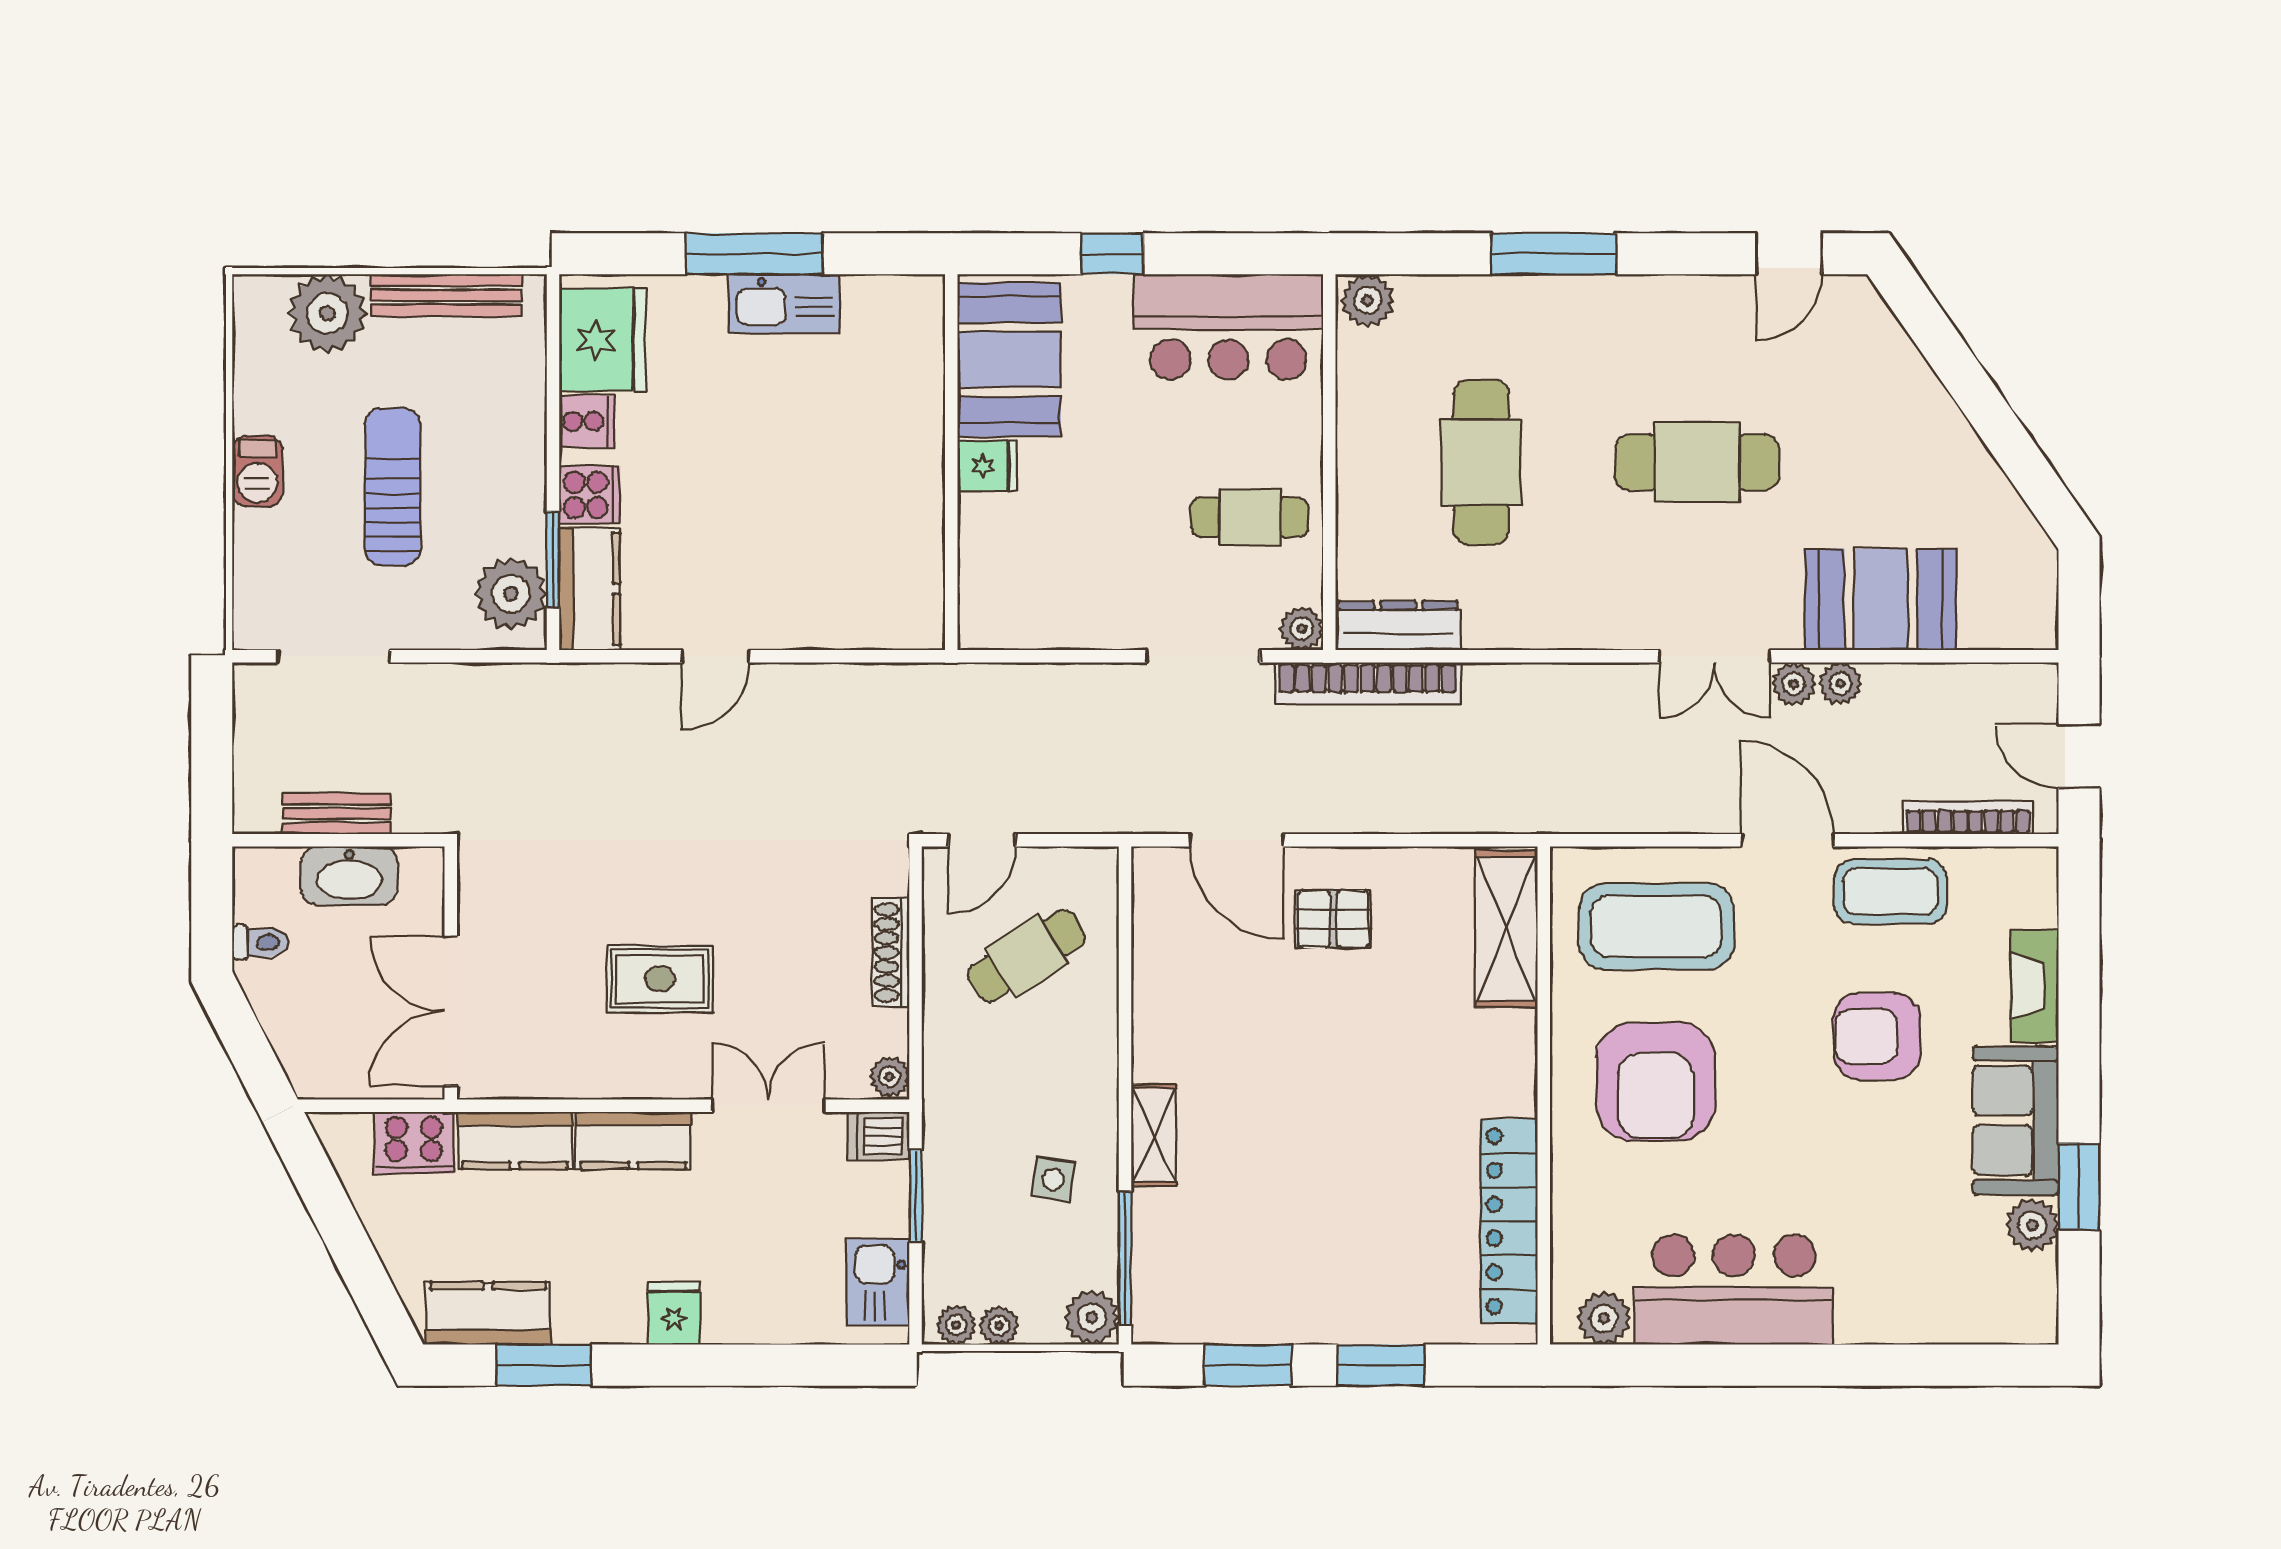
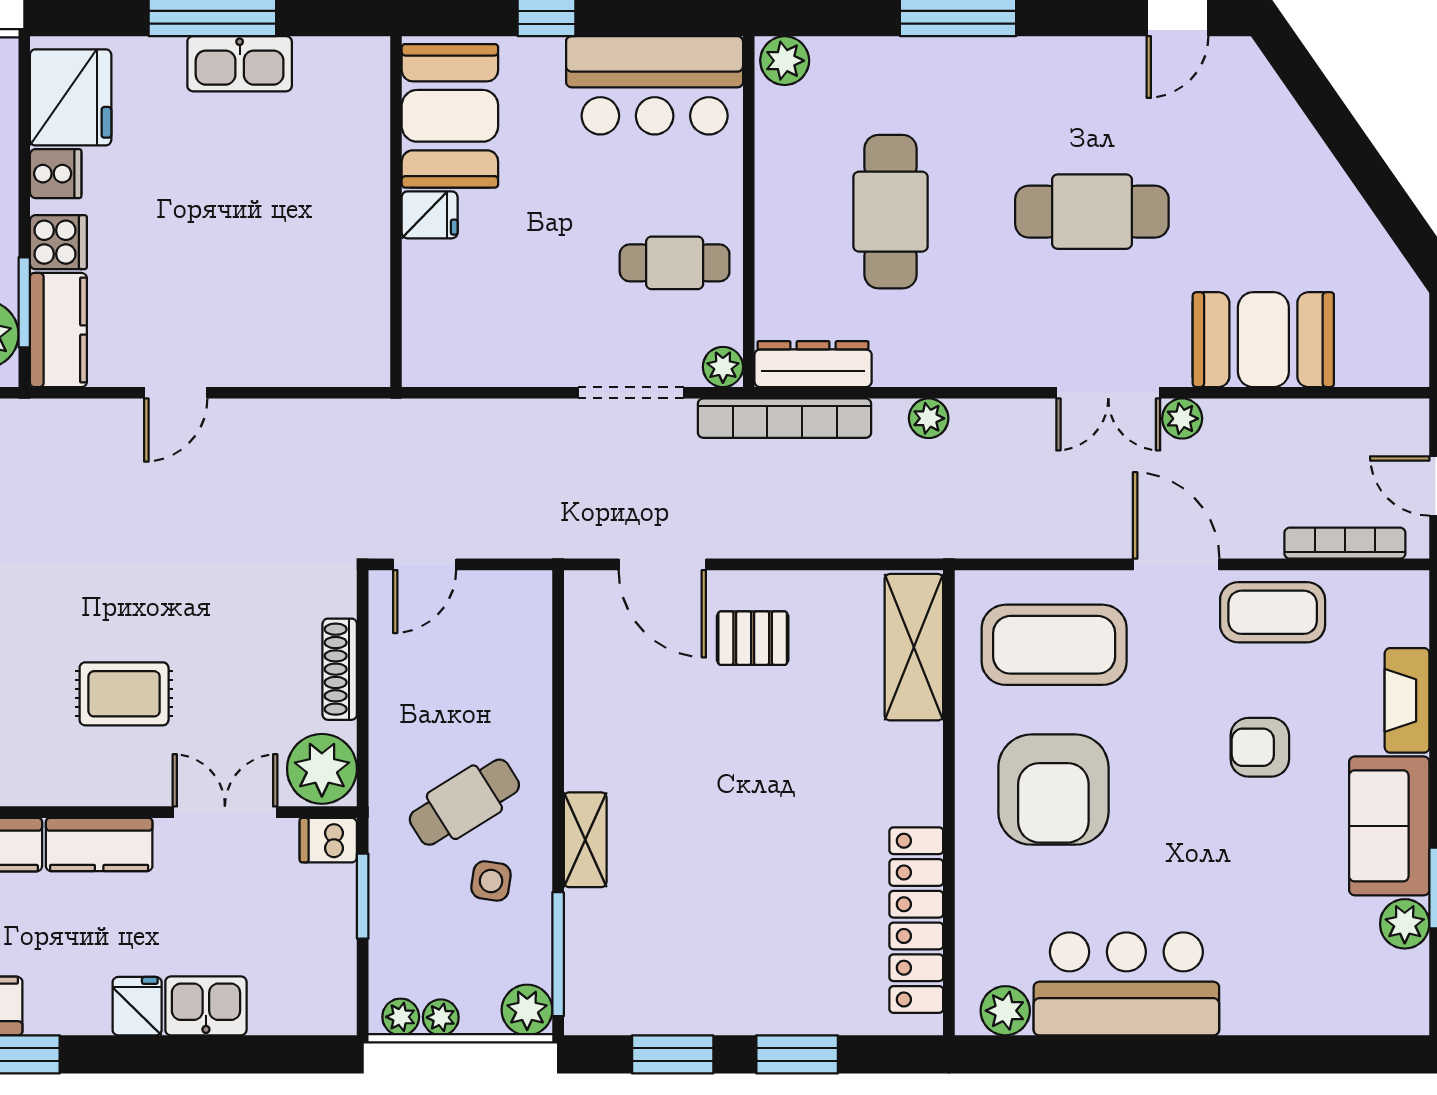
plant: (1840, 684) -> (929, 418), moved
cafe table: (1027, 956) -> (464, 802), moved
armchair: (1877, 1036) -> (1260, 747), width x0.72, depth x0.72
plant: (889, 1077) -> (322, 769), width x1.87, depth x1.87
kitchen sink: (878, 1282) -> (206, 1006), moved, turned 90

